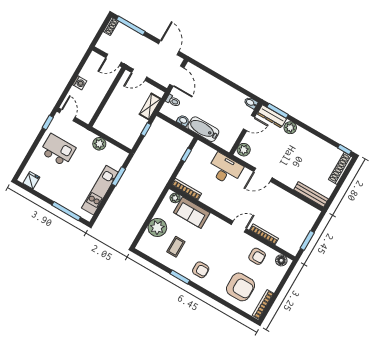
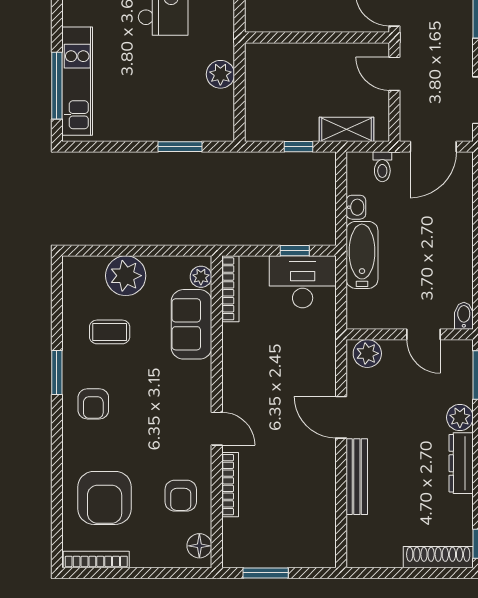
dresser: (272, 116) -> (461, 463), moved
desk: (225, 169) -> (303, 282), moved, turned -90
kitchen unit: (100, 190) -> (77, 81), moved, turned 90
bench: (311, 194) -> (357, 477), moved

